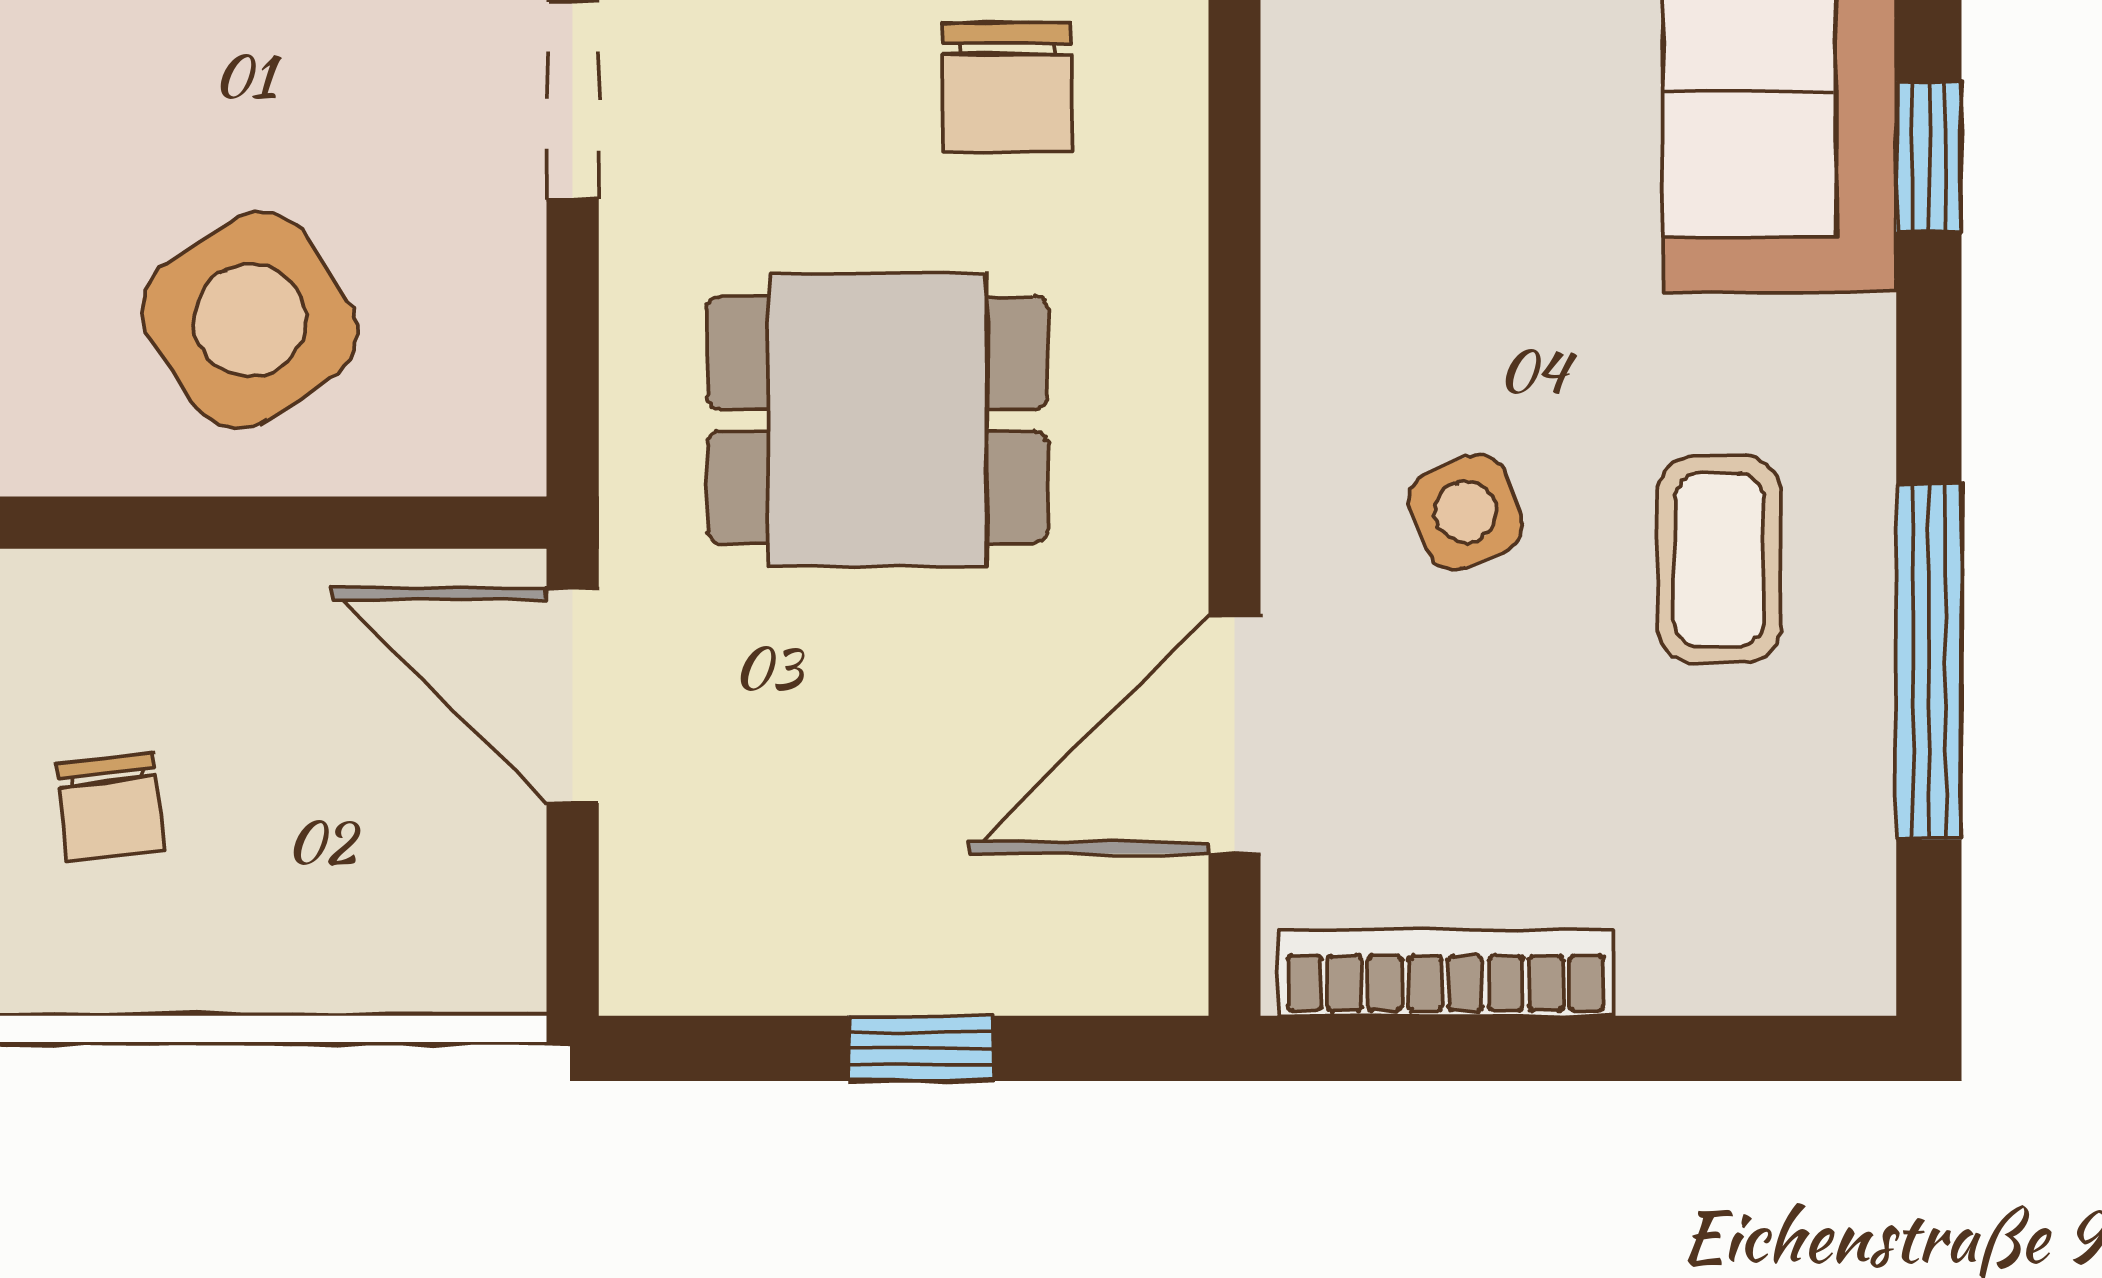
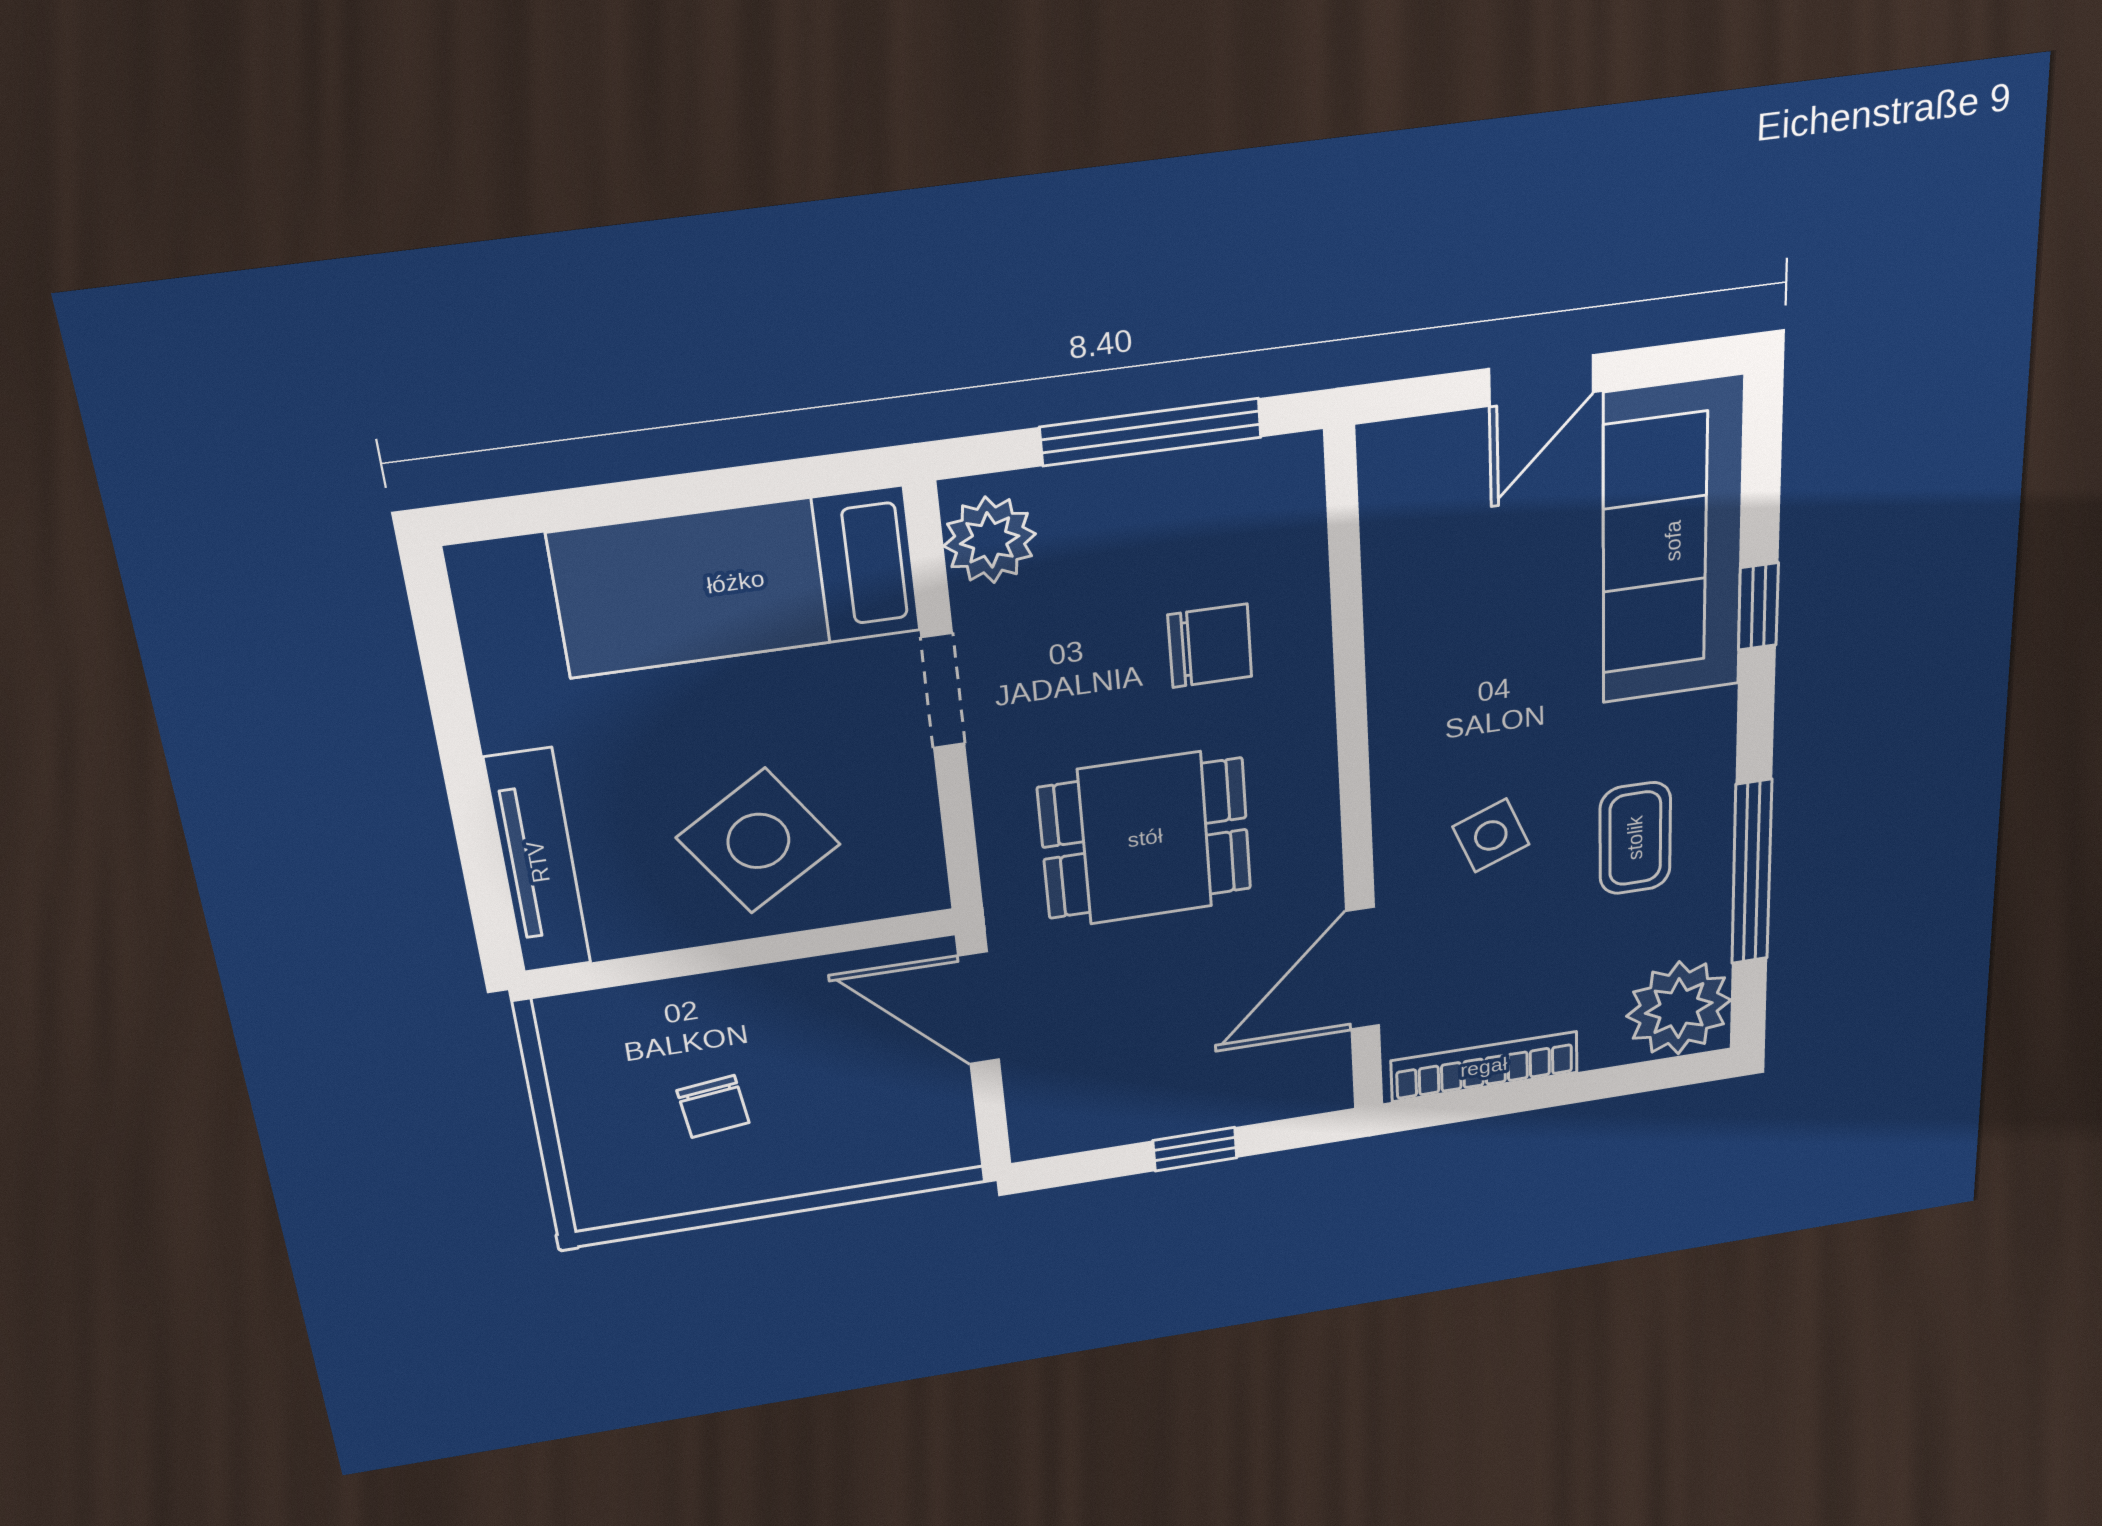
chair: (1007, 88) -> (1210, 646), turned -90
plant: (1800, 915) -> (1679, 1008), added

